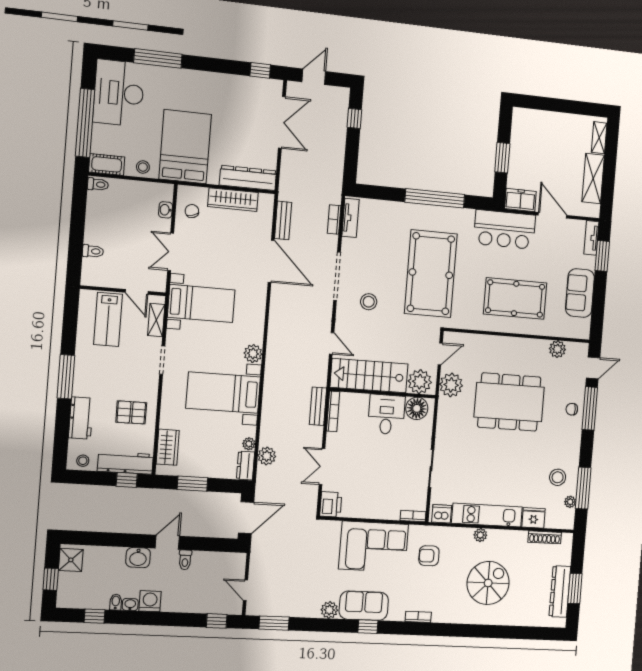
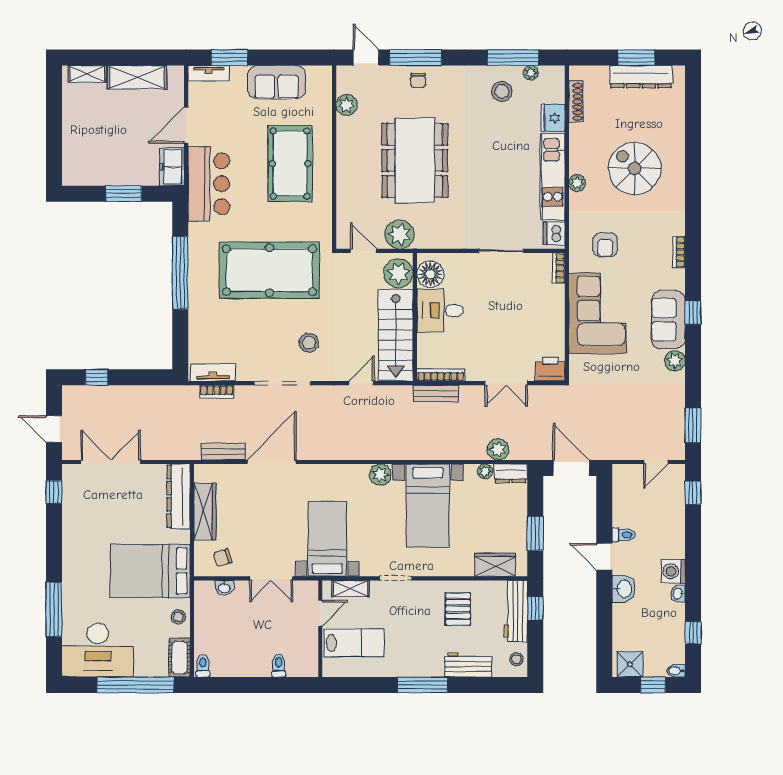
bidet: (116, 602) -> (676, 671), moved

